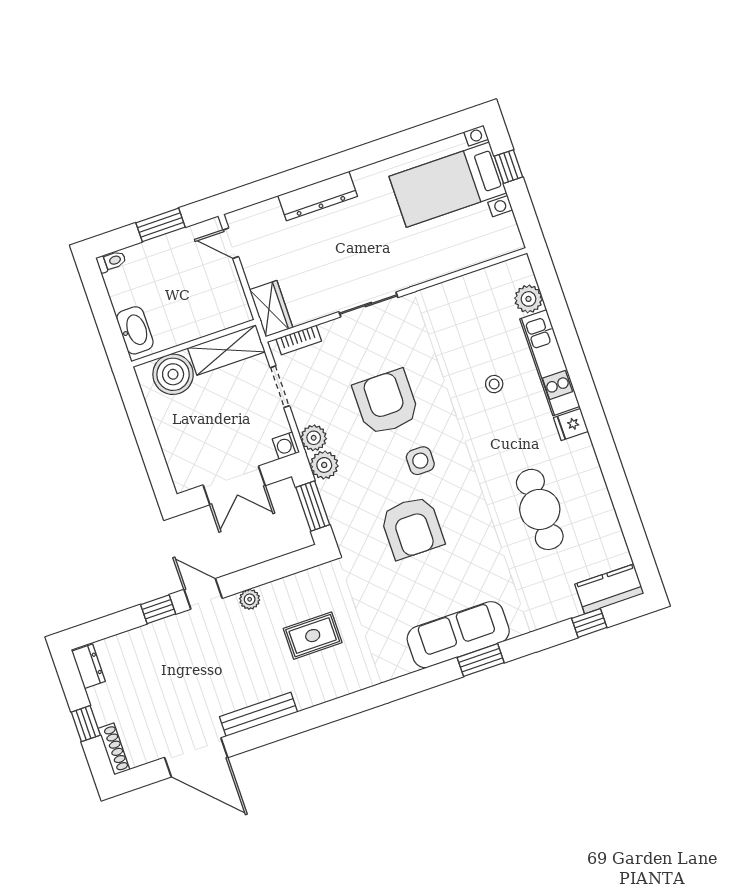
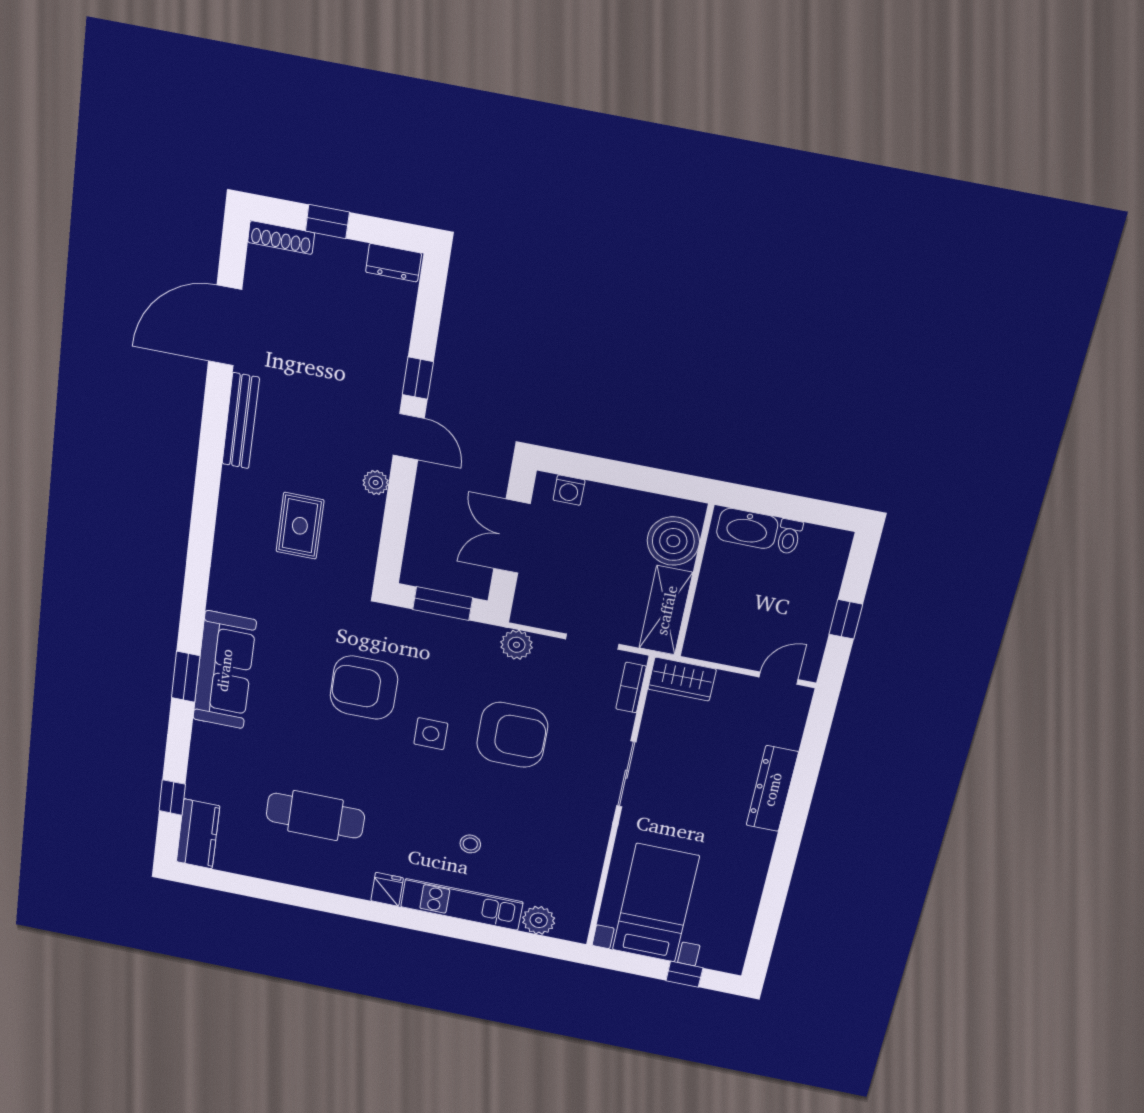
bed with nightstands: (448, 185) -> (656, 903), moved
window: (161, 225) -> (846, 619), width x0.67
toilet: (111, 261) -> (789, 537), moved
washing machine: (286, 446) -> (569, 490), moved, turned 180
plant: (324, 465) -> (481, 639), removed
door: (203, 594) -> (409, 437), hinge flipped

